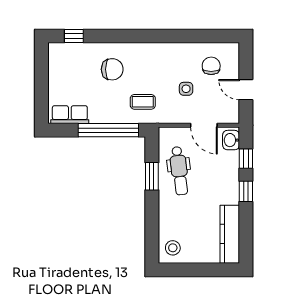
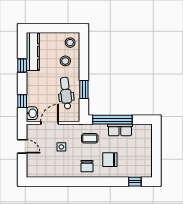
chair: (211, 66) -> (87, 166), moved
row of seats: (70, 115) -> (120, 130), moved
door: (204, 125) -> (50, 123), hinge flipped
window: (246, 191) -> (22, 66), moved
stool: (180, 220) -> (65, 61), added

